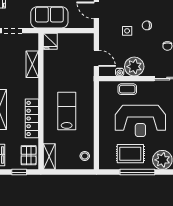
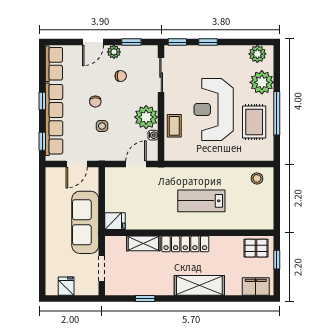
sofa: (49, 17) -> (85, 222), width x1.36
locker: (32, 118) -> (185, 244), moved
reception desk: (140, 121) -> (214, 109), turned 180
shelving: (49, 157) -> (258, 223), removed

